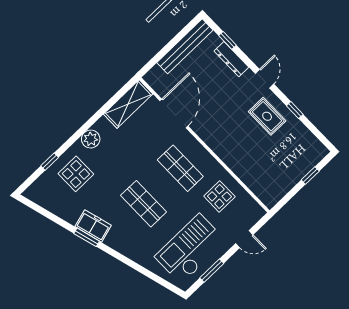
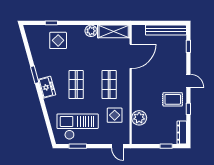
dresser: (231, 59) -> (182, 133), moved
door: (264, 79) -> (188, 81), hinge flipped
rug: (267, 116) -> (173, 99), turned 90
plant: (91, 139) -> (91, 31), moved
plant: (250, 173) -> (139, 118), added
freezer: (93, 226) -> (47, 87), moved
door: (244, 239) -> (118, 146), moved

